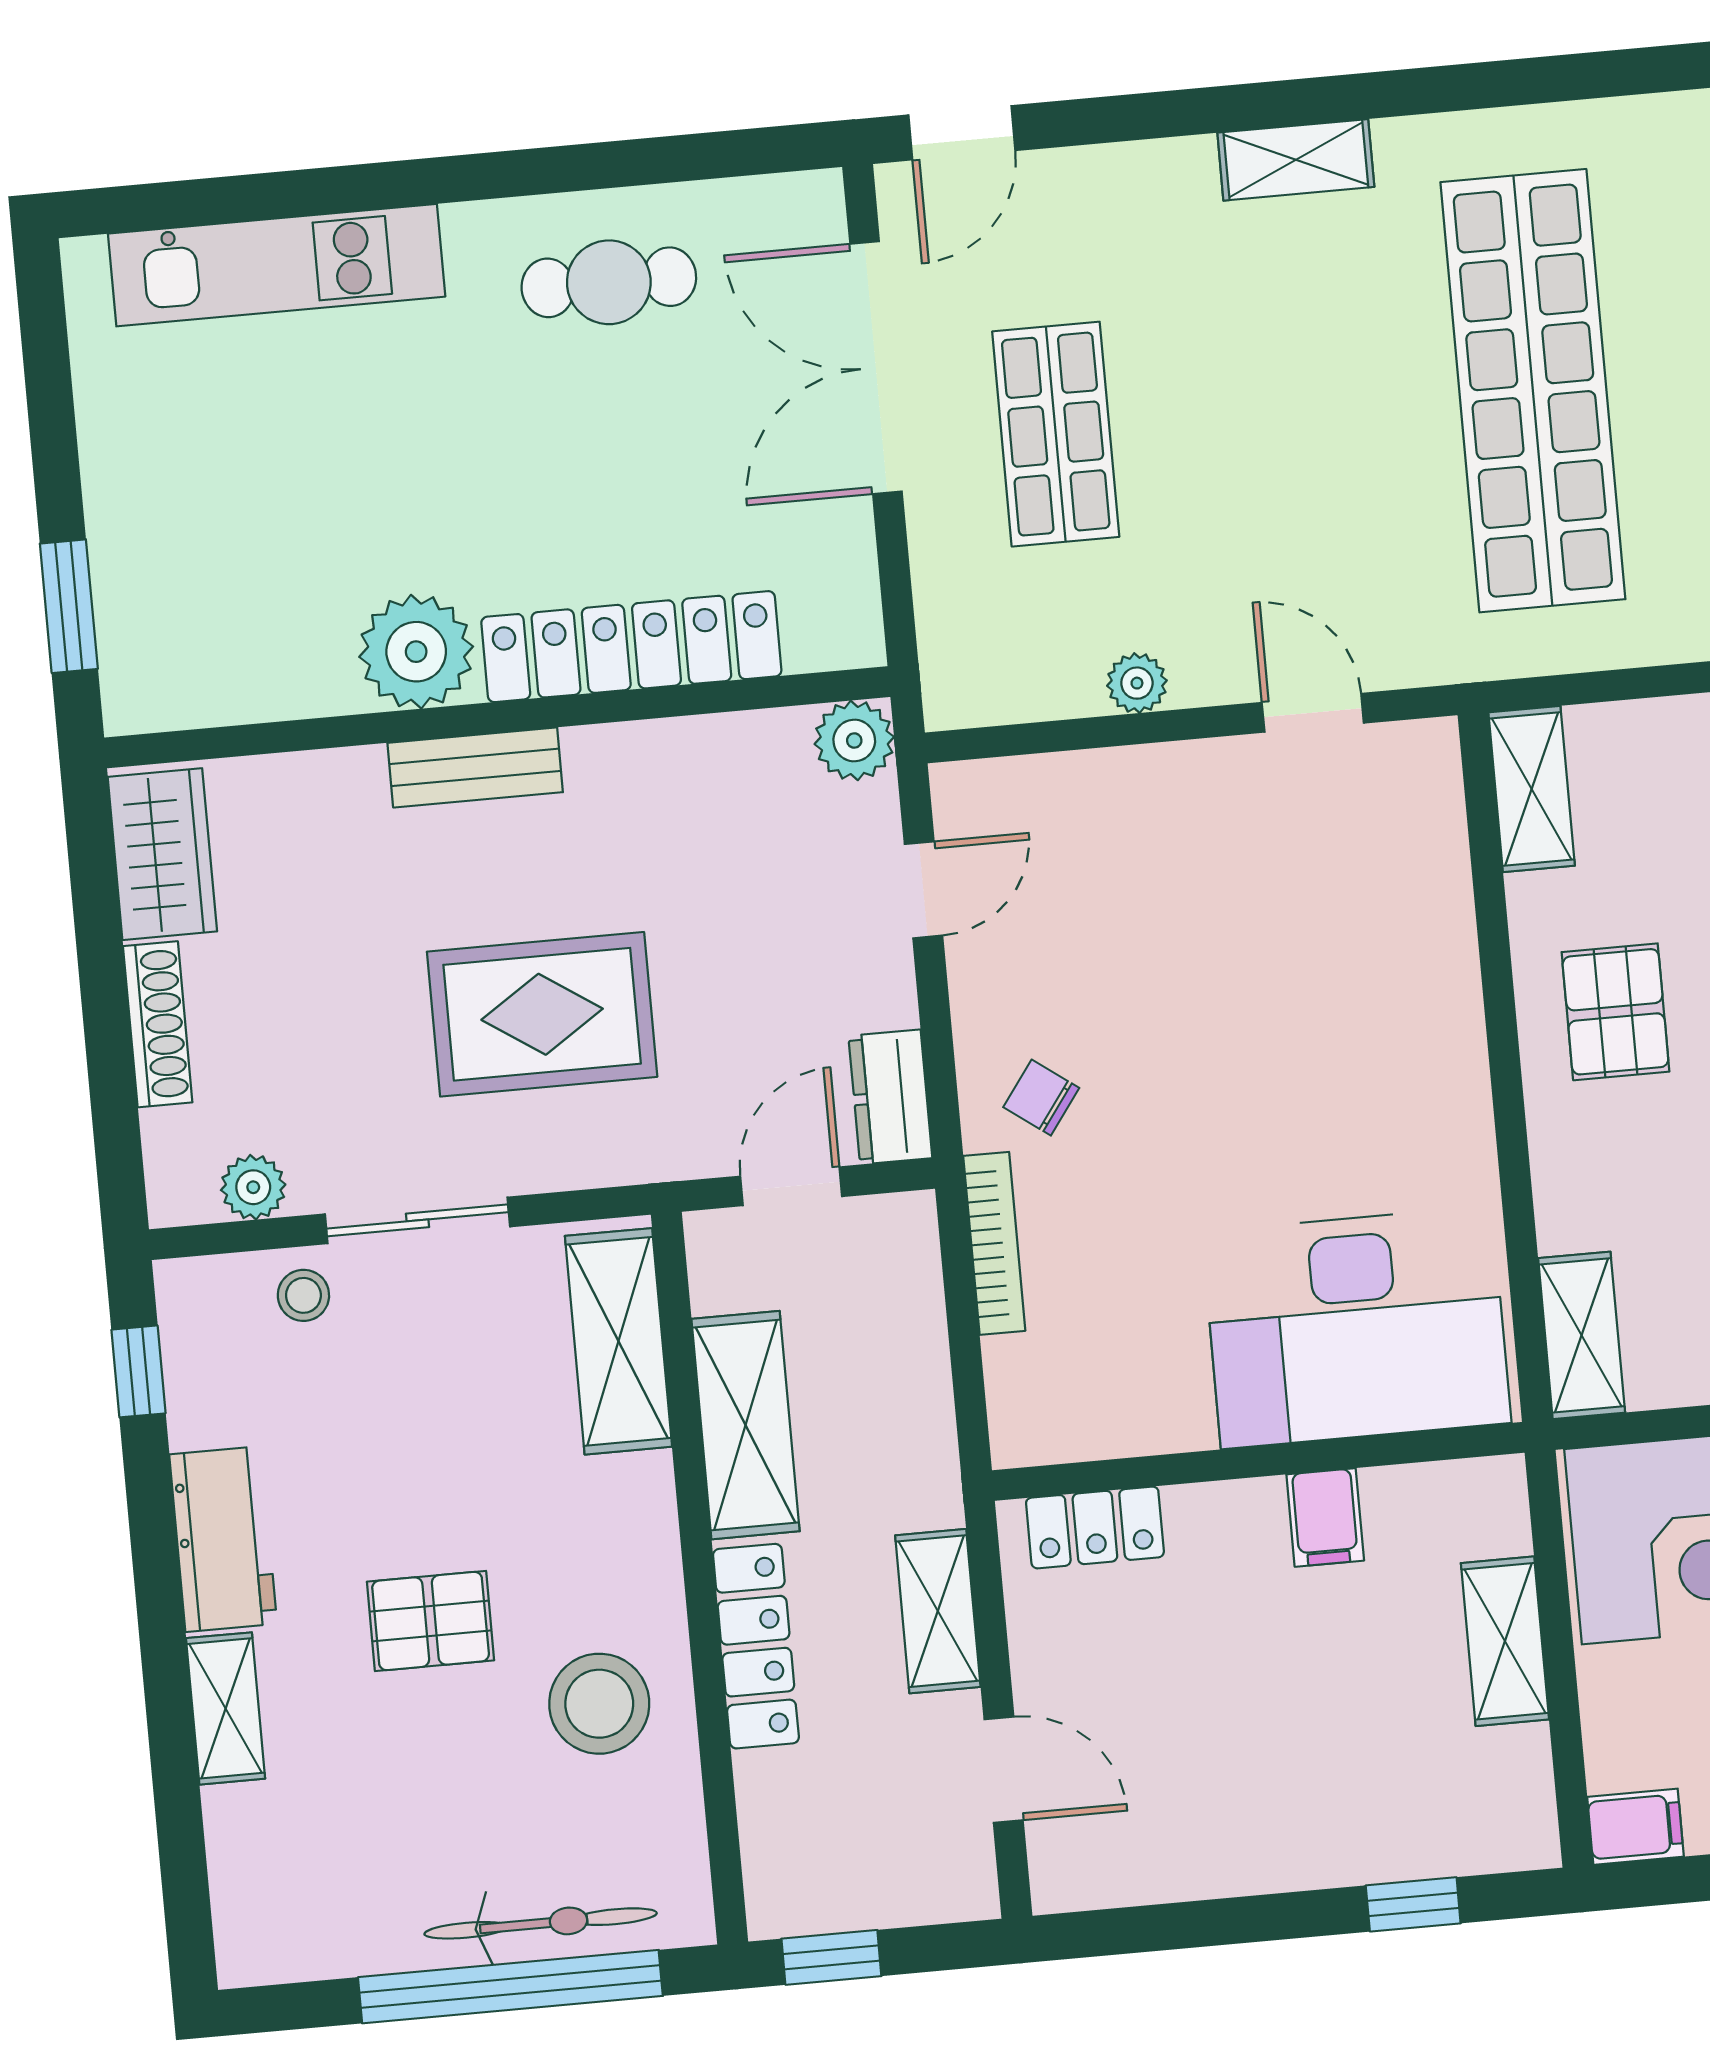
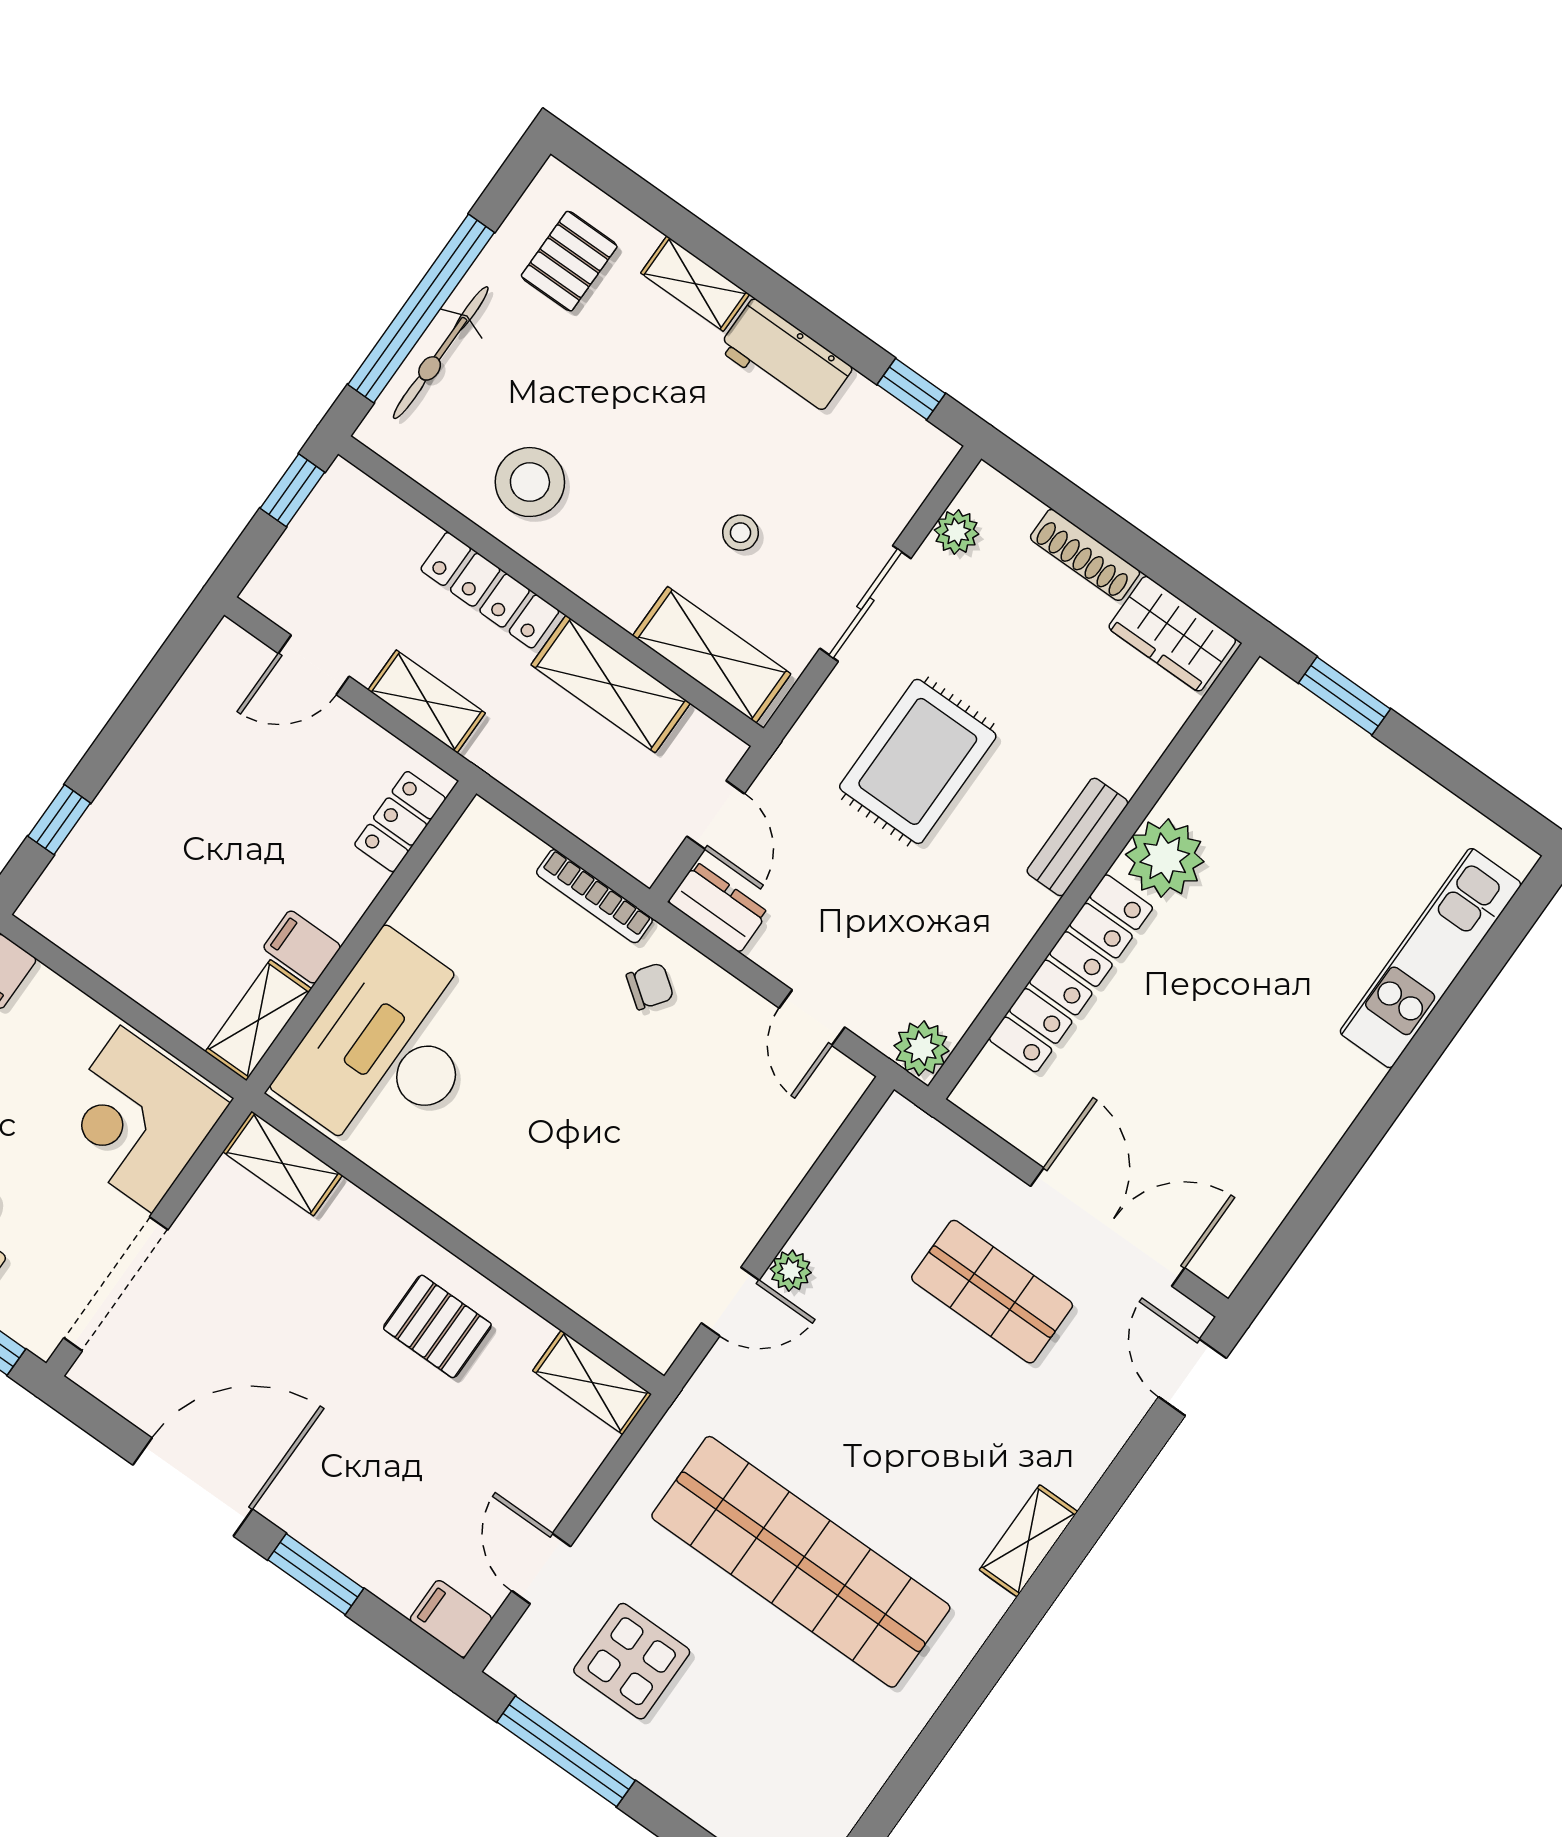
cafe table: (609, 282) -> (1272, 1125), removed
plant: (1137, 683) -> (791, 1271), moved
stool: (303, 1295) -> (741, 533), moved
pallet: (431, 1621) -> (569, 261), moved
shelving: (1505, 1641) -> (258, 1020), moved, turned 90

